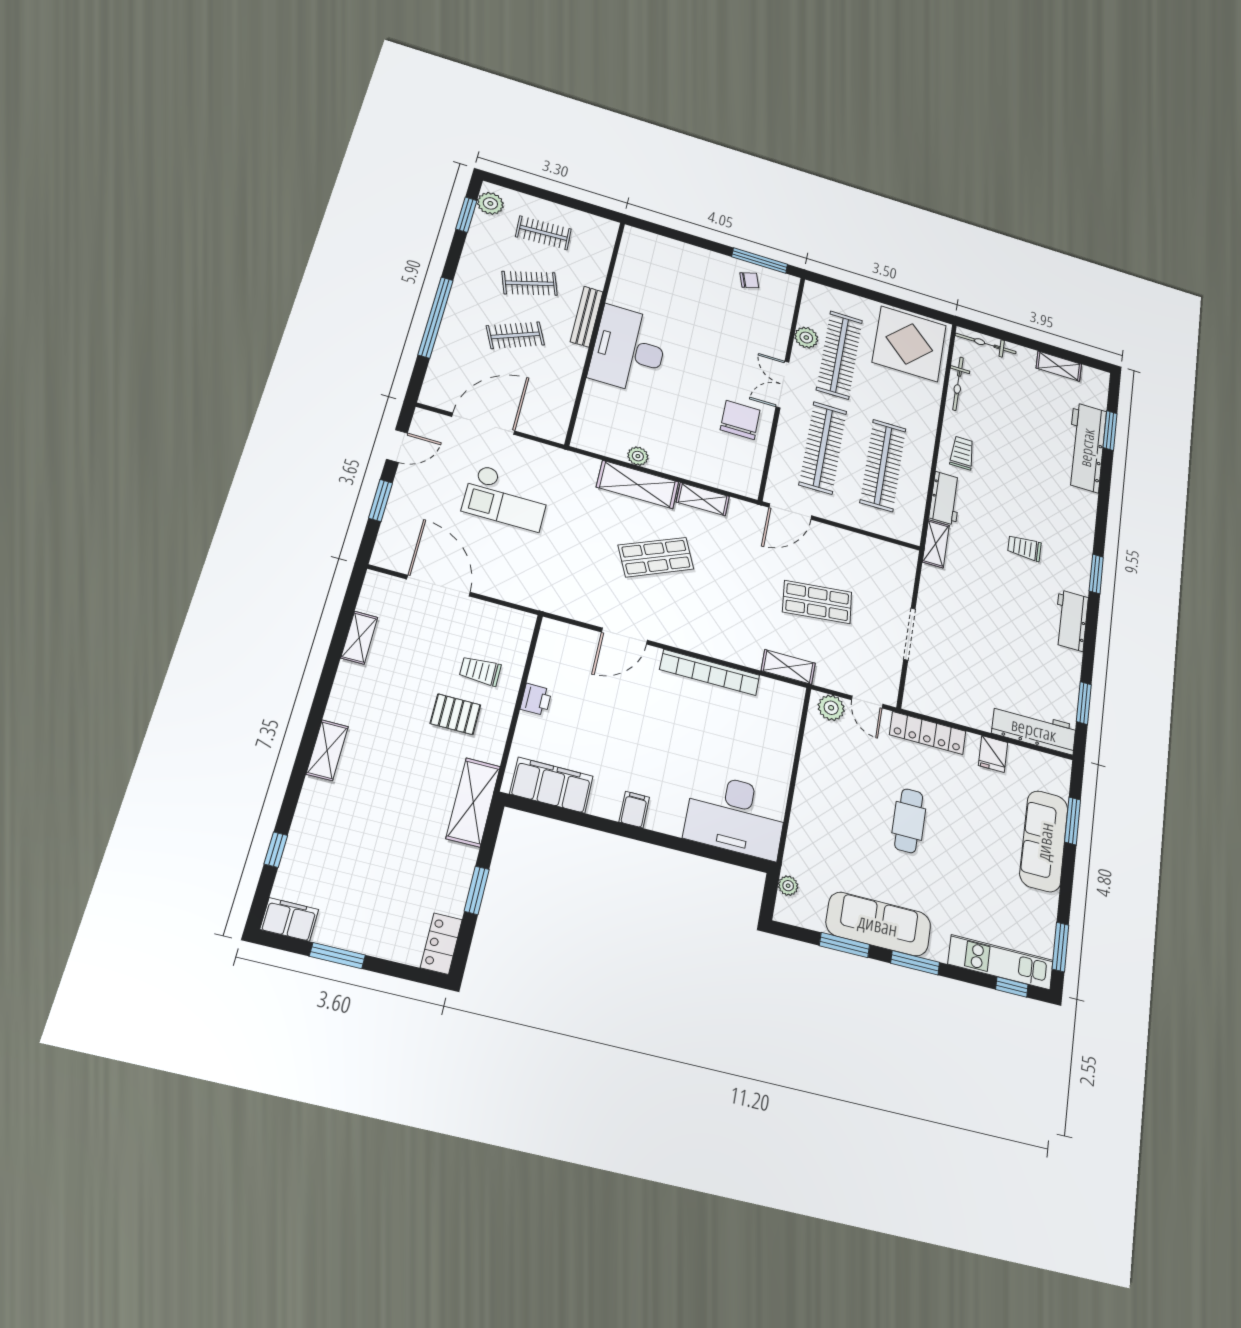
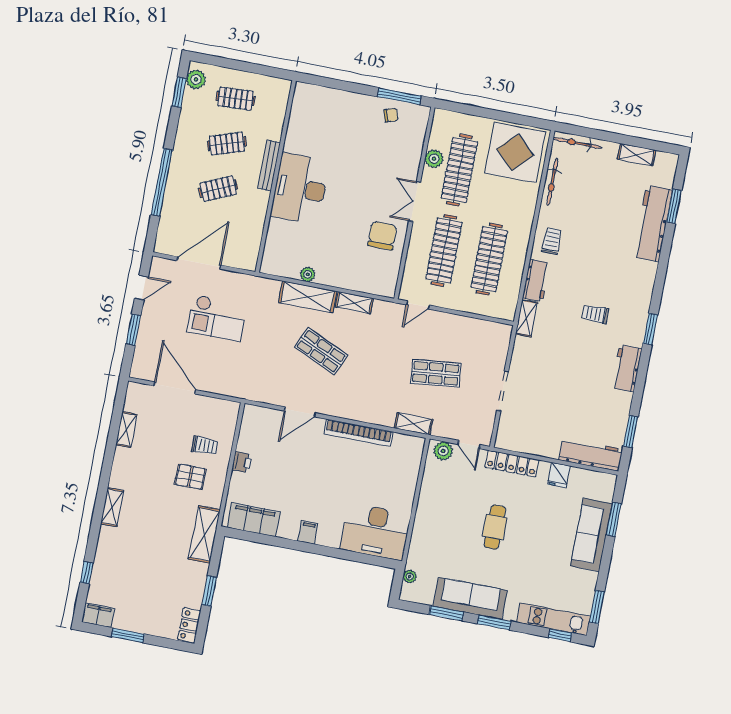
door: (790, 512) -> (418, 305), width x0.73
shop shelf: (656, 557) -> (321, 351), turned 48
trolley: (480, 671) -> (205, 445), turned 180

